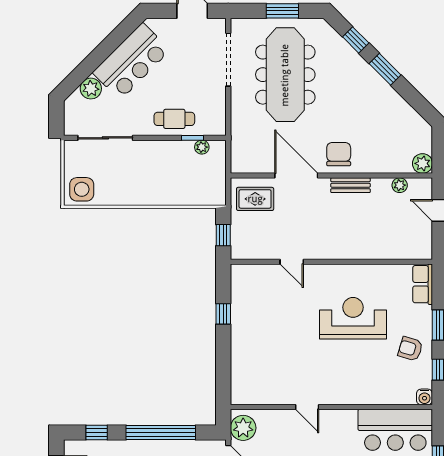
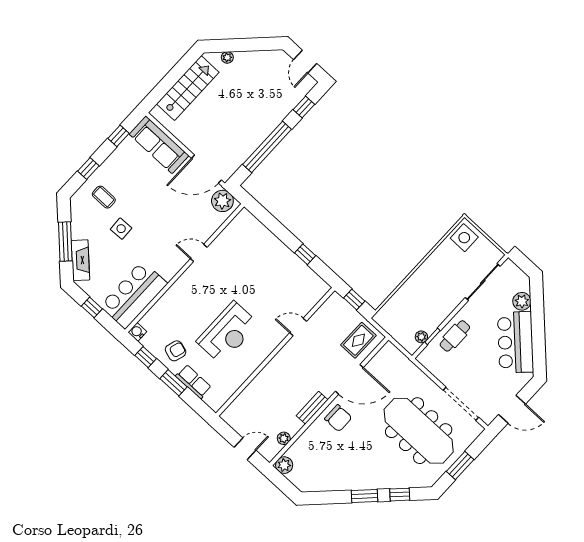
row of seats: (423, 284) -> (193, 382), moved

